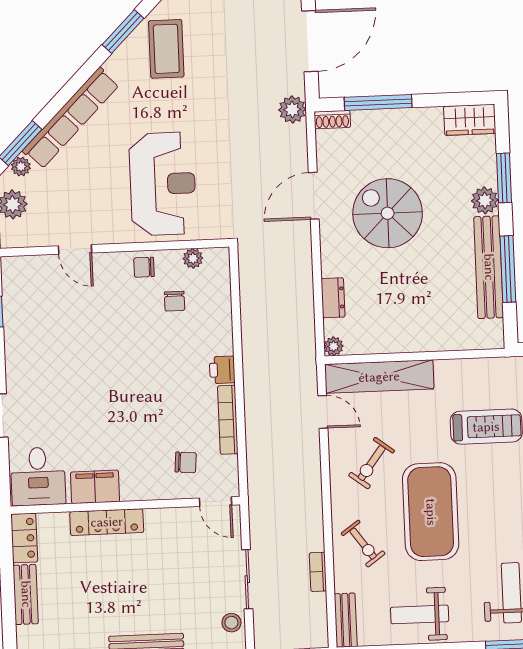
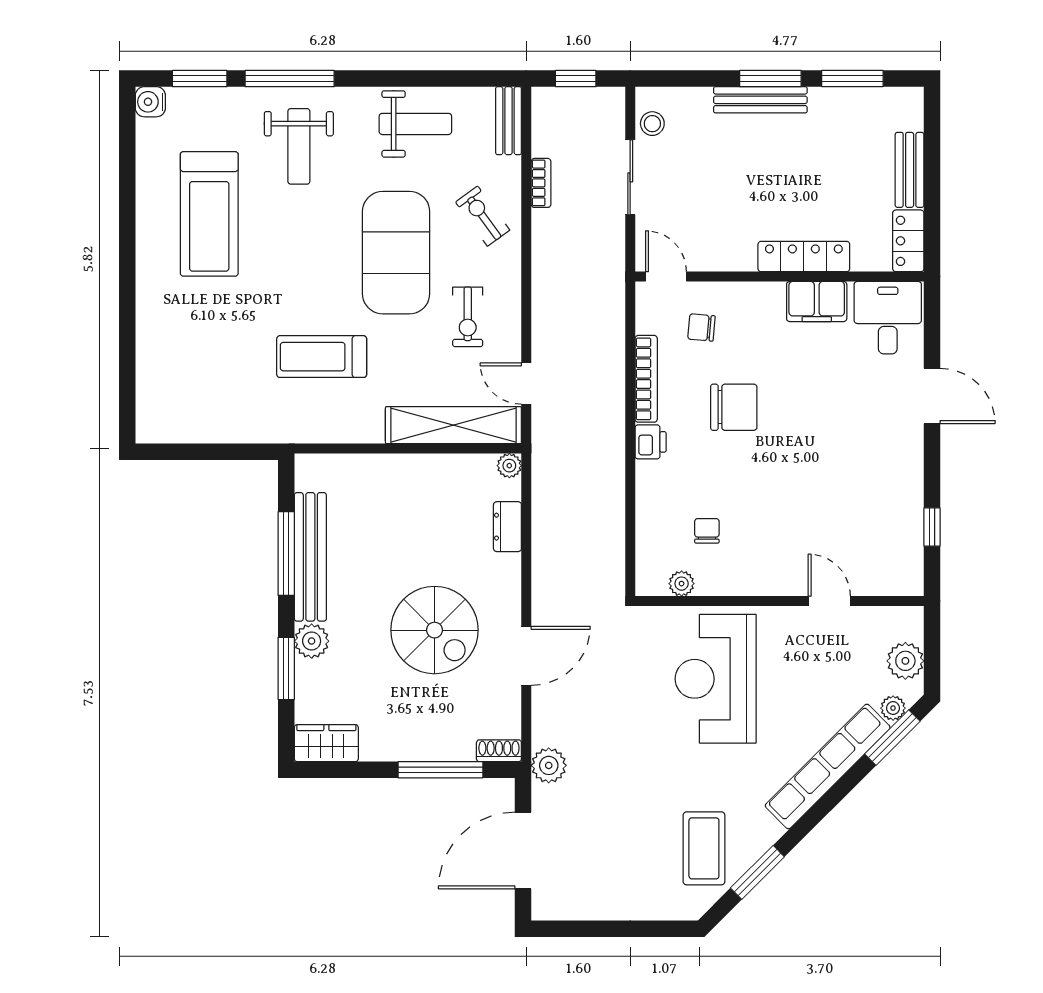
chair: (144, 267) -> (734, 407), moved, width x1.87, depth x1.87
exercise bike: (372, 463) -> (468, 317), turned 143

